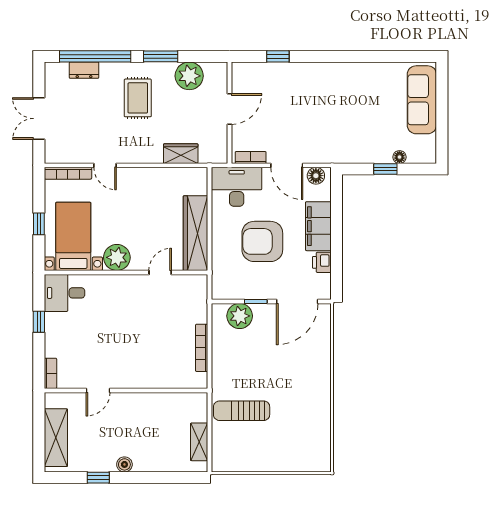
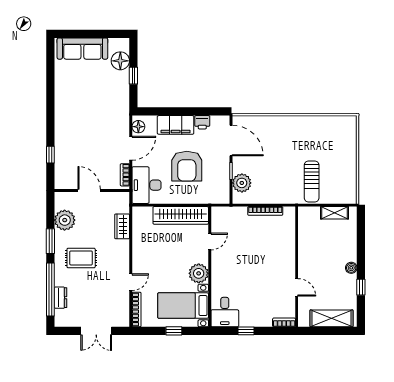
floor lamp: (399, 157) -> (120, 61), width x1.89, depth x1.89
door: (160, 272) -> (210, 241), swing flipped

